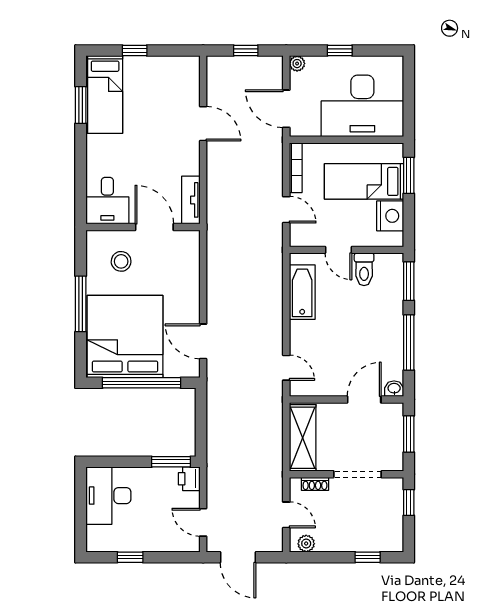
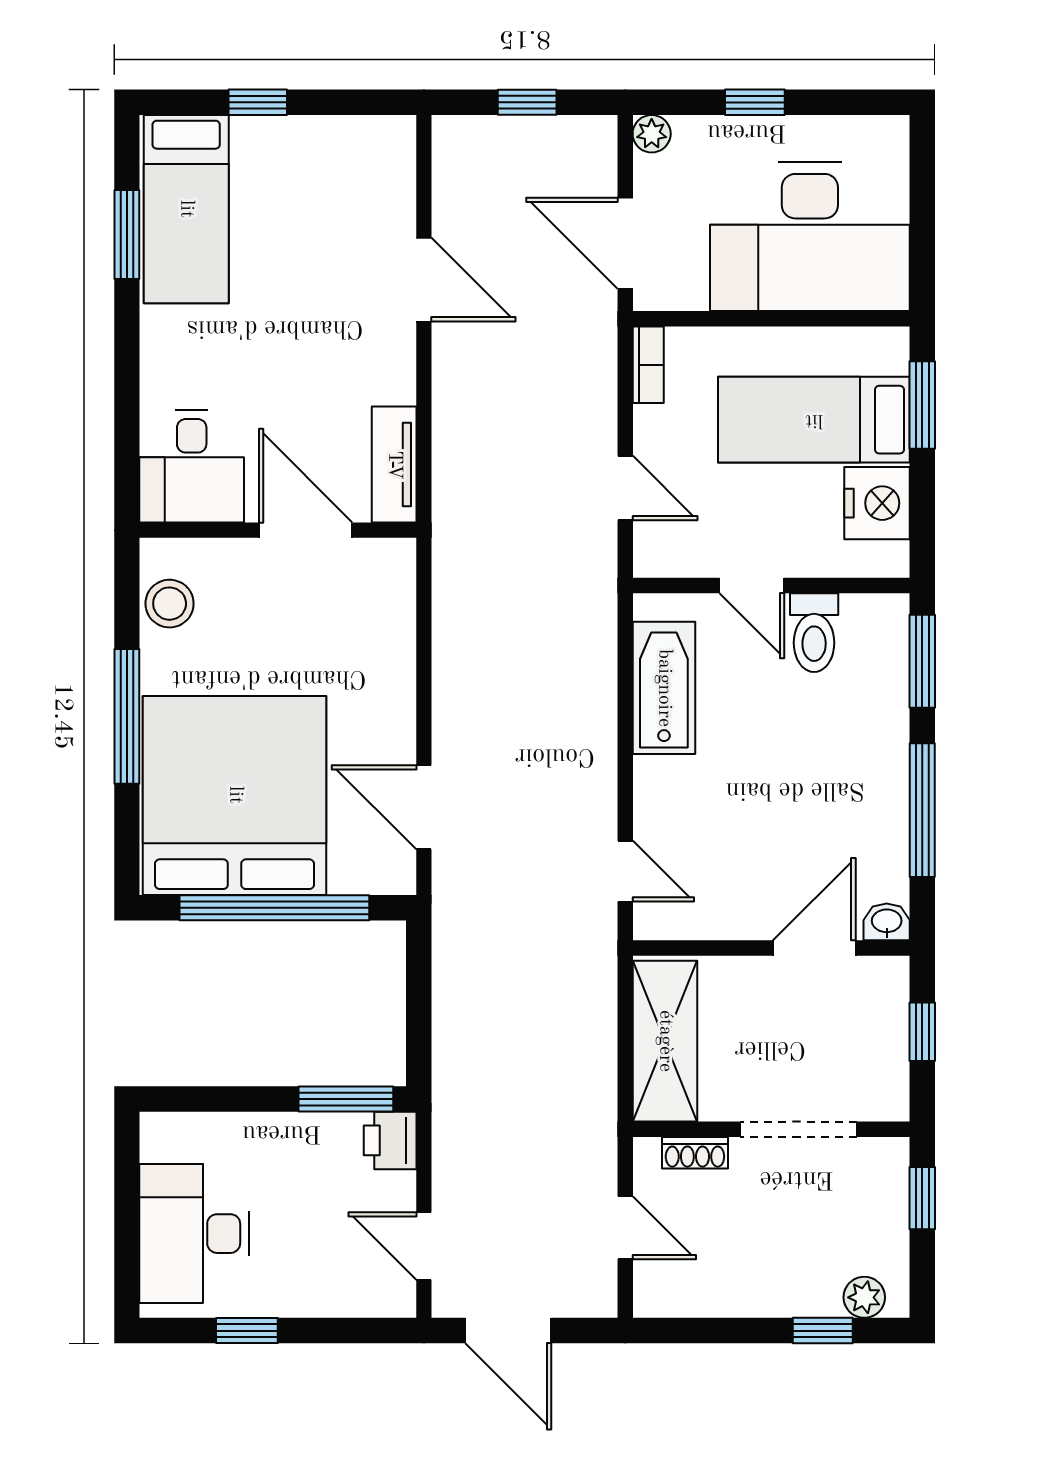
bookcase: (296, 168) -> (648, 365), width x0.64
stool: (121, 261) -> (170, 604), moved
window: (409, 434) -> (922, 1032), width x0.67
desk: (108, 496) -> (194, 1234), moved
plant: (306, 544) -> (864, 1297), moved

